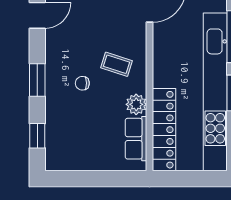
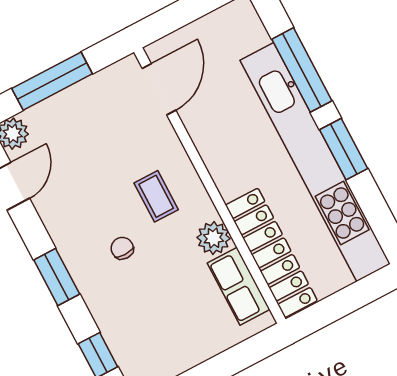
coffee table: (116, 64) -> (156, 196), turned 72
chair: (82, 83) -> (122, 248), turned 90

